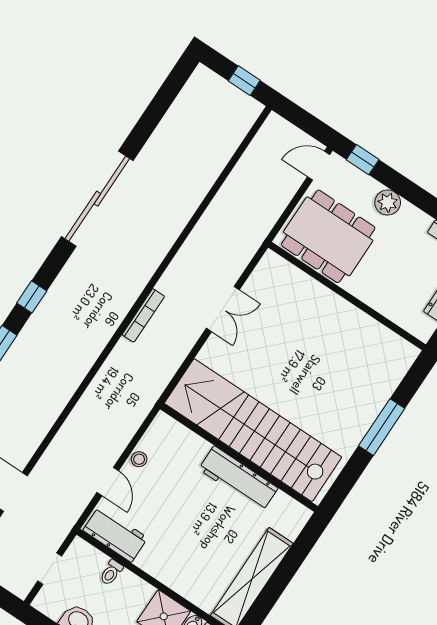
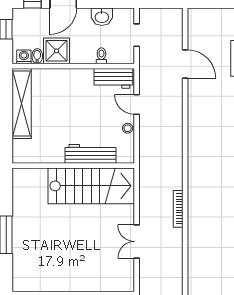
stairs: (253, 430) -> (91, 186), width x0.73
workbench: (238, 479) -> (90, 154), moved

